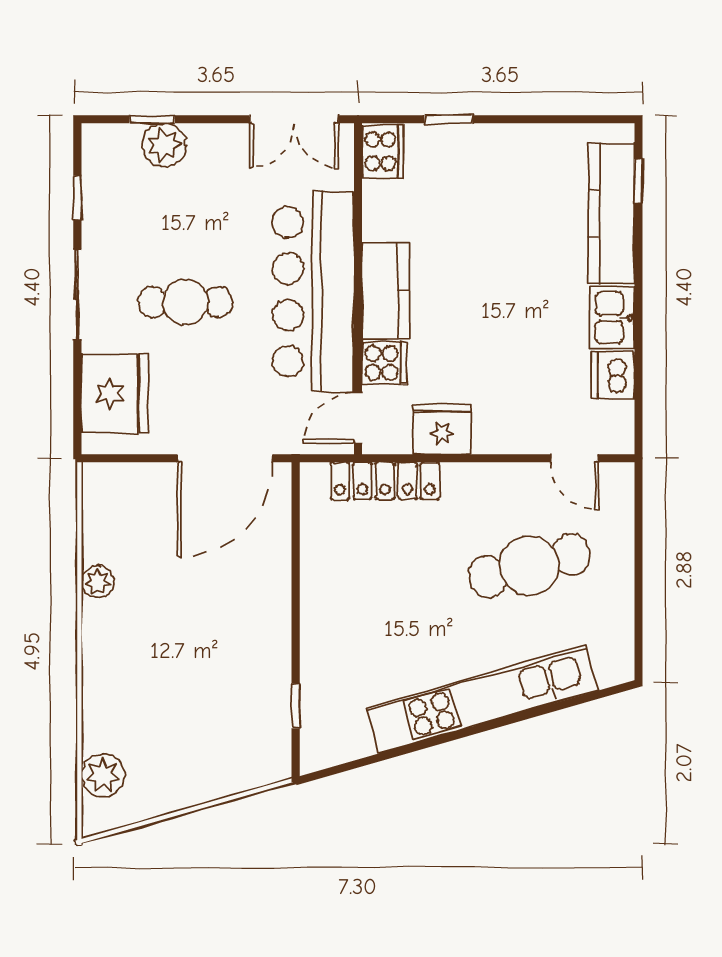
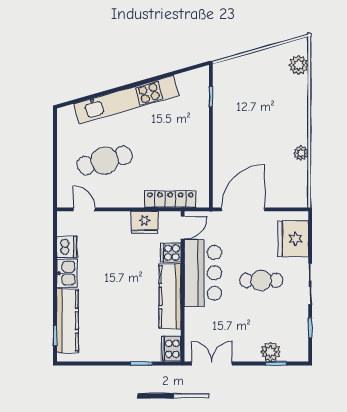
kitchen counter: (386, 291) -> (170, 296), width x1.50
bar counter: (313, 292) -> (203, 273), width x0.73

